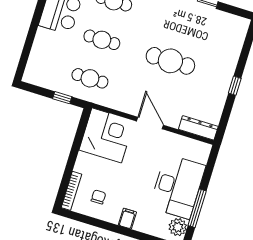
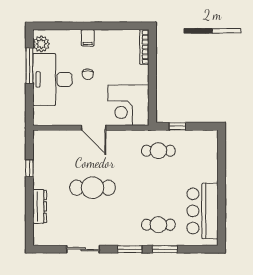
cafe table: (102, 40) -> (158, 188), removed
window: (235, 86) -> (29, 168), moved
dresser: (198, 128) -> (40, 206), moved, turned -90
chair: (98, 197) -> (88, 74), moved

